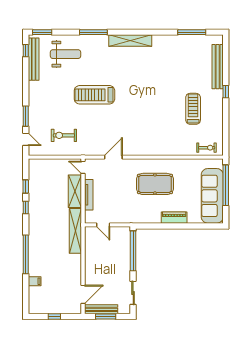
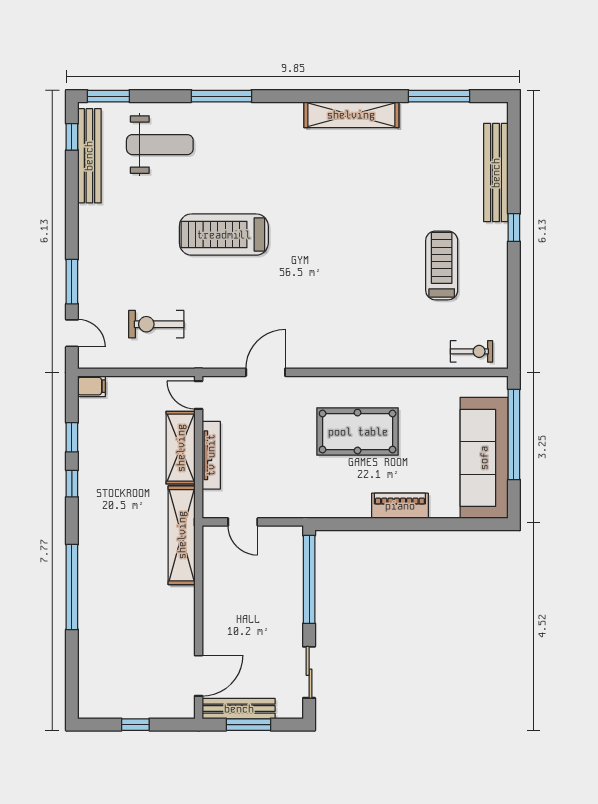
shelving: (130, 41) -> (351, 115), moved
filing cabinet: (35, 281) -> (92, 386), moved

